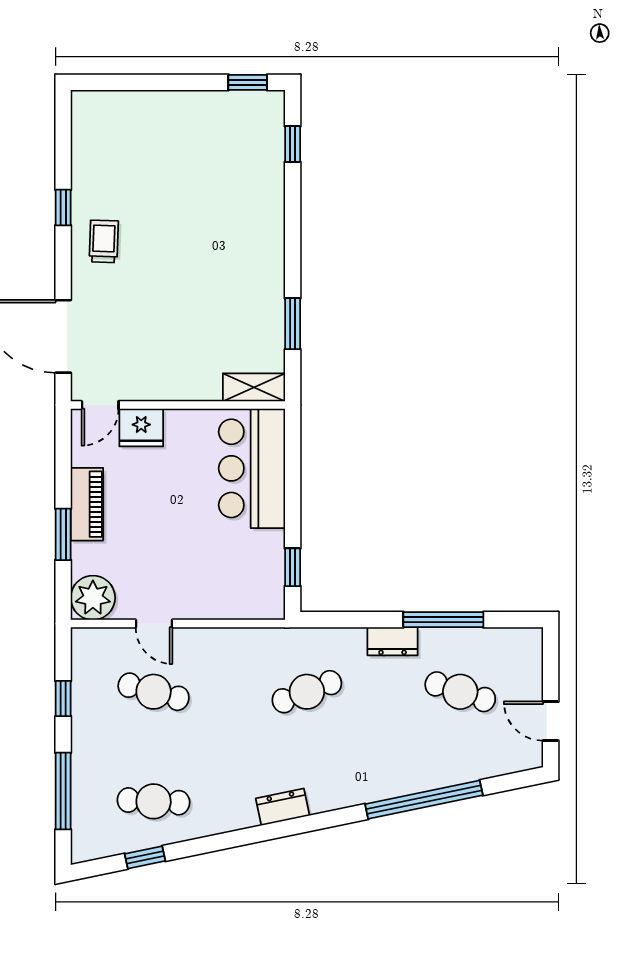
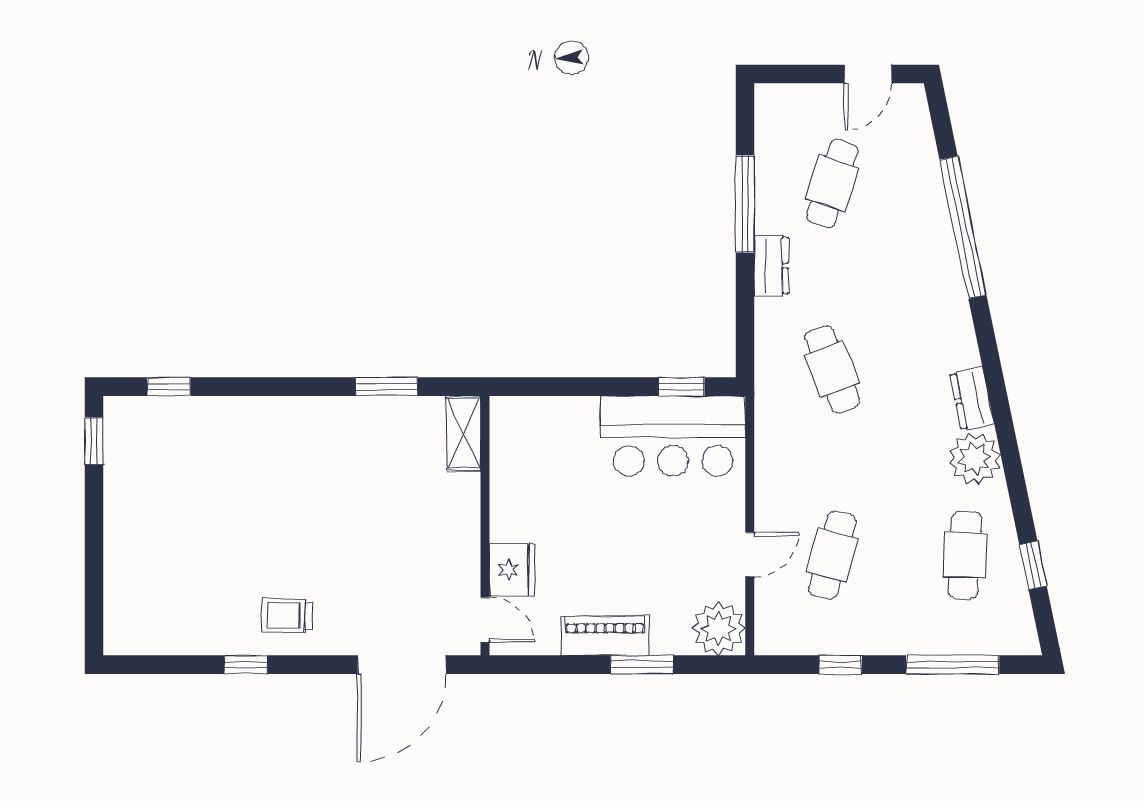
bar counter: (252, 468) -> (673, 436), moved
plant: (233, 809) -> (974, 459), added

